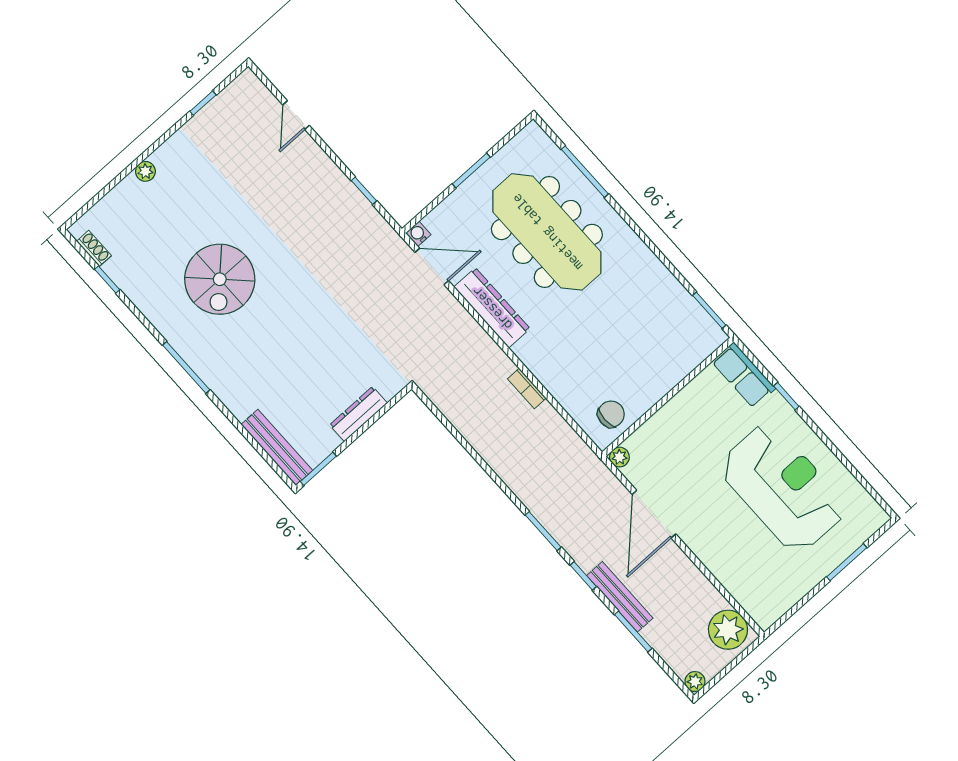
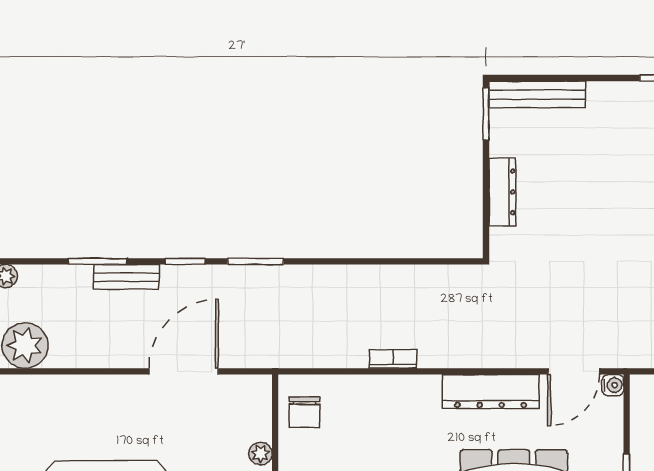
plant: (619, 457) -> (261, 454), moved
door: (654, 514) -> (184, 371), hinge flipped
bench: (620, 597) -> (126, 277), width x0.73

